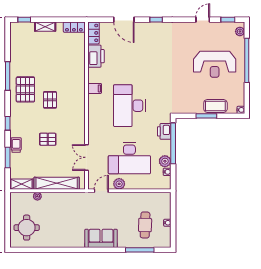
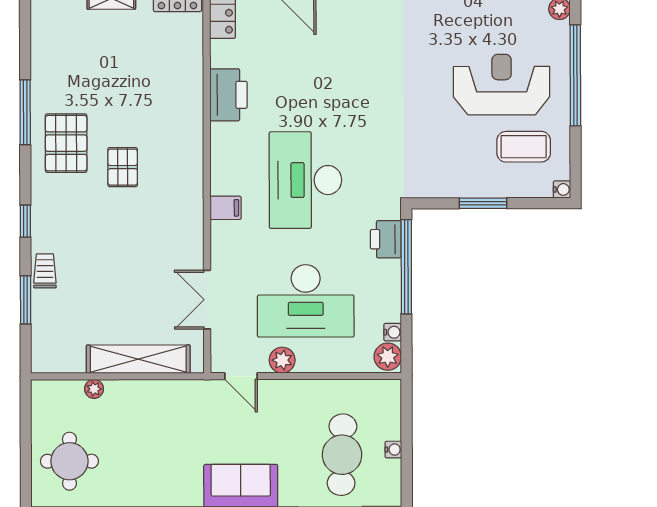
printer: (96, 56) -> (228, 95), moved
reception desk: (215, 64) -> (502, 85), turned 180
filing cabinet: (95, 88) -> (226, 208), moved
coffee table: (215, 106) -> (524, 147), moved
pallet: (48, 139) -> (118, 258), removed
plant: (165, 161) -> (388, 357), moved
shelving: (22, 184) -> (57, 361), removed
door: (101, 191) -> (241, 376), swing flipped
cafe table: (145, 225) -> (342, 455), width x1.37, depth x1.35

